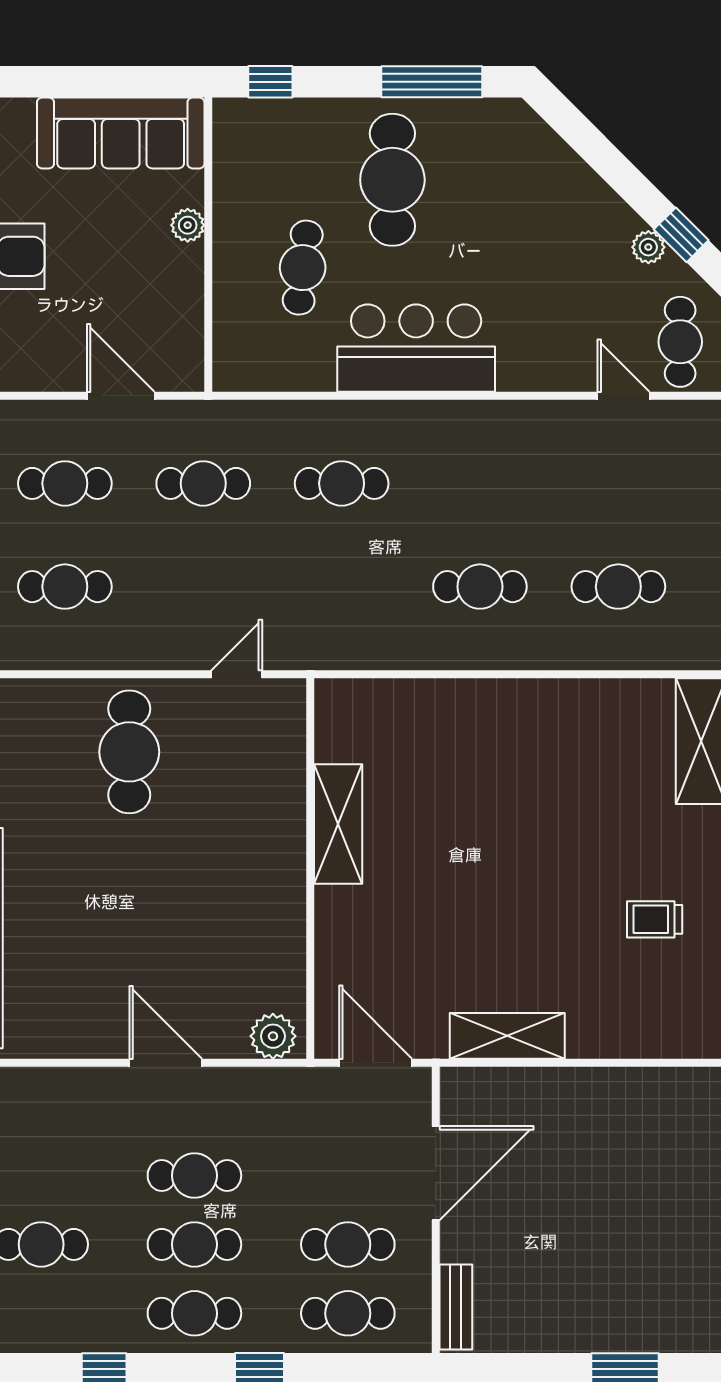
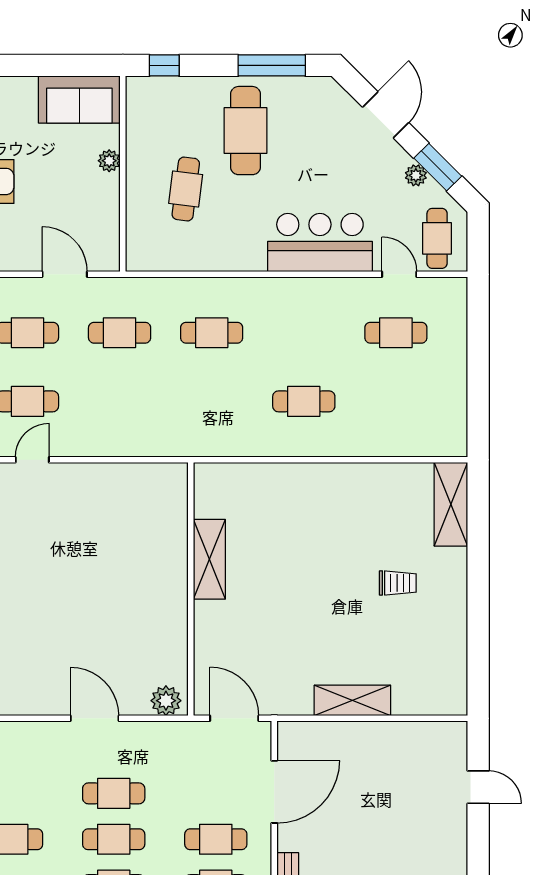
sofa: (121, 133) -> (79, 99), width x0.73
door: (603, 156) -> (386, 115), added
window: (681, 235) -> (438, 167), width x1.50
bar counter: (416, 348) -> (320, 243), moved
cafe table: (618, 587) -> (396, 333), moved
door: (237, 674) -> (32, 460), moved
cafe table: (129, 752) -> (70, 511), removed
trolley: (655, 919) -> (398, 583), moved, turned 180
shelving: (507, 1036) -> (352, 700), moved

